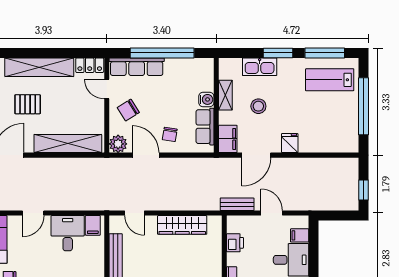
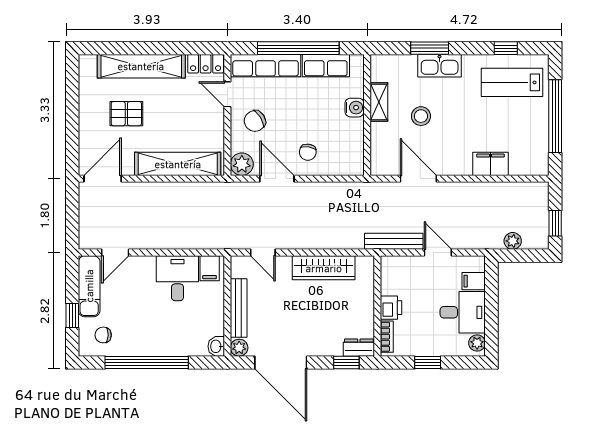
window: (278, 53) -> (430, 48), moved
window: (325, 53) -> (506, 48), width x0.46
kitchen sink: (260, 67) -> (440, 66), moved
row of seats: (205, 127) -> (326, 66), moved, turned -90
filing cabinet: (228, 139) -> (490, 164), moved, turned -90
fridge: (290, 143) -> (461, 163), removed
door: (256, 155) -> (418, 179), swing flipped
bench: (237, 204) -> (394, 241), width x1.36
plant: (330, 204) -> (513, 241), added
door: (33, 213) -> (115, 253), moved
printer: (235, 243) -> (391, 308), moved

